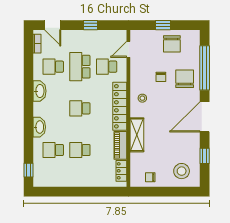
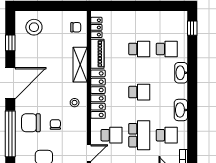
chair: (185, 79) -> (31, 123), turned 90
chair: (150, 177) -> (76, 27), moved

